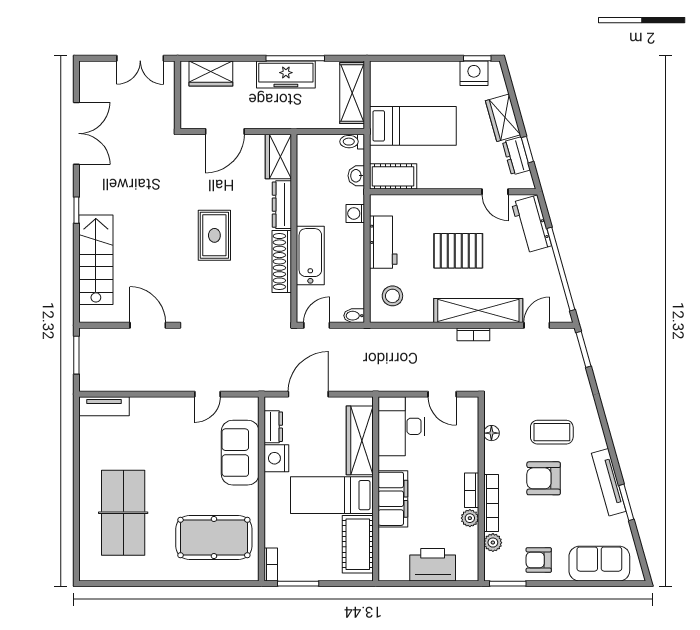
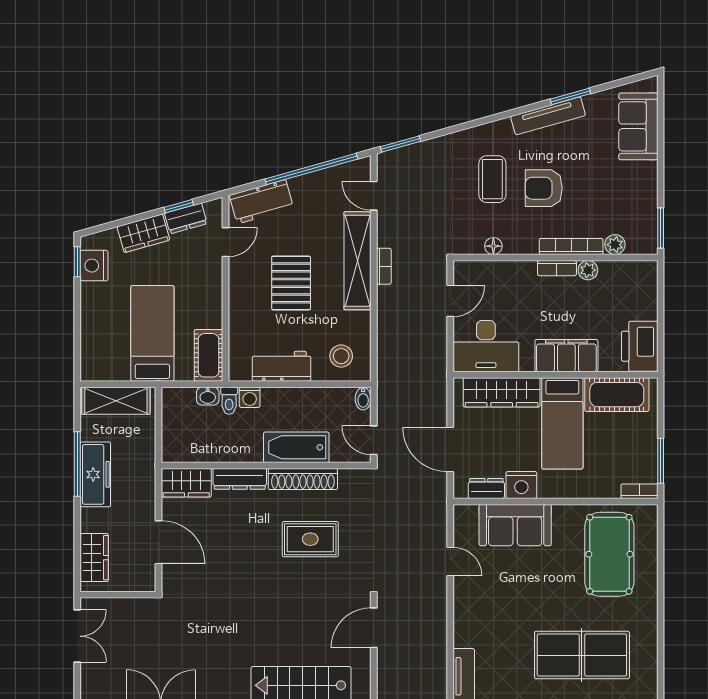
toilet: (352, 142) -> (229, 401), moved
rug: (214, 235) -> (310, 539), moved
armchair: (544, 478) -> (544, 188), turned 90
armchair: (539, 560) -> (634, 194), removed
printer: (433, 565) -> (640, 346), moved

